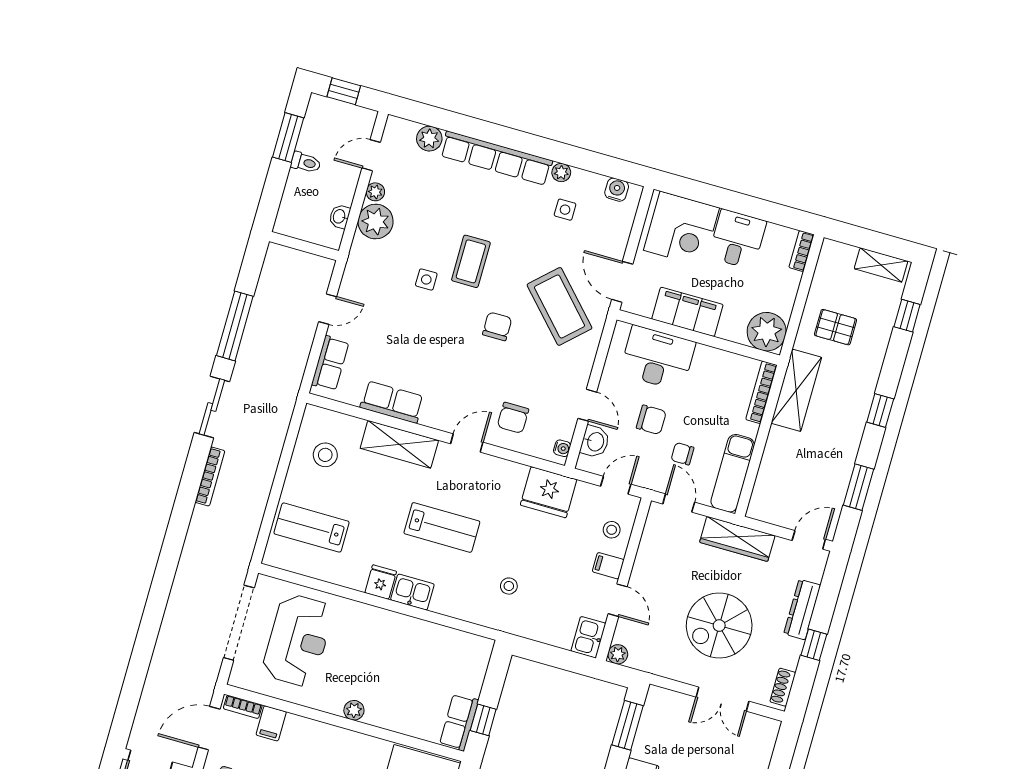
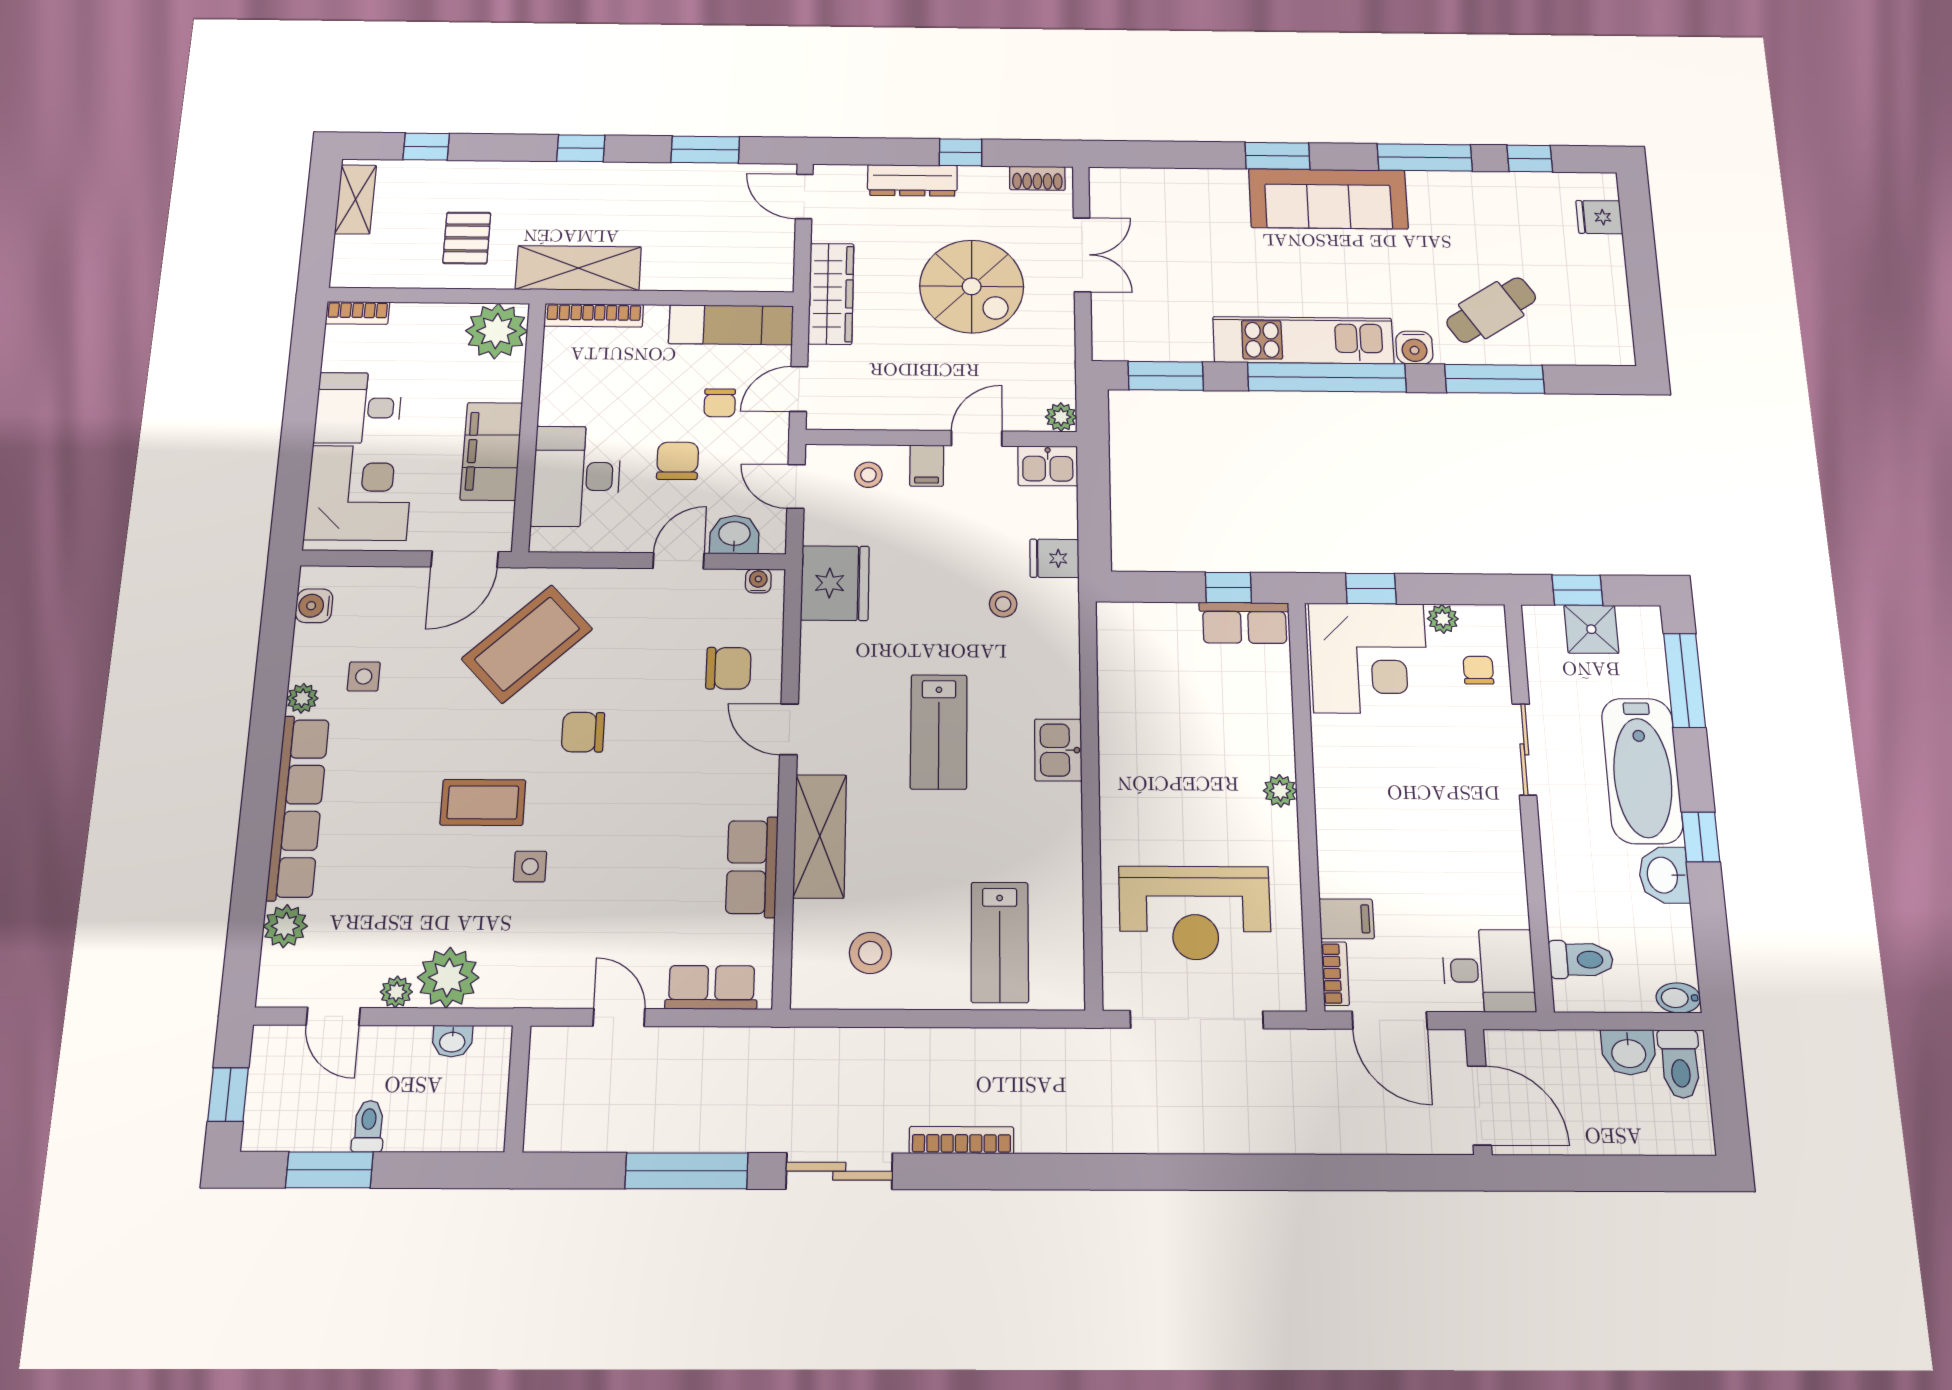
lab bench: (442, 527) -> (939, 732), turned 180
fridge: (381, 582) -> (1054, 558), moved
reception desk: (298, 640) -> (1195, 913), turned 180

